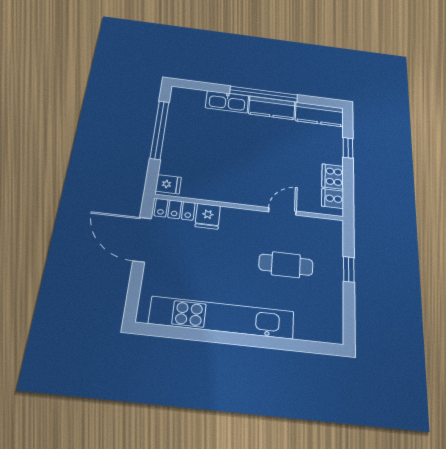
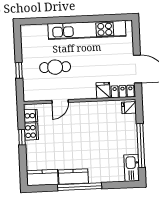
kitchen sink: (227, 102) -> (132, 168), moved, turned -90
window: (348, 148) -> (22, 137), moved

